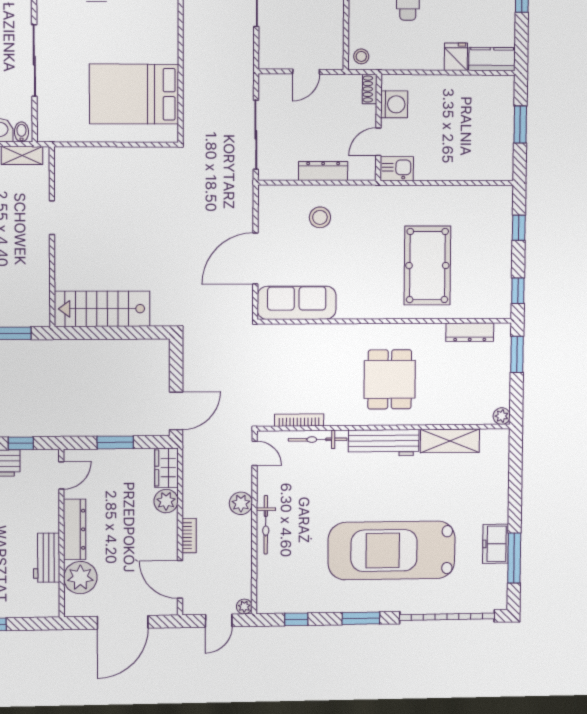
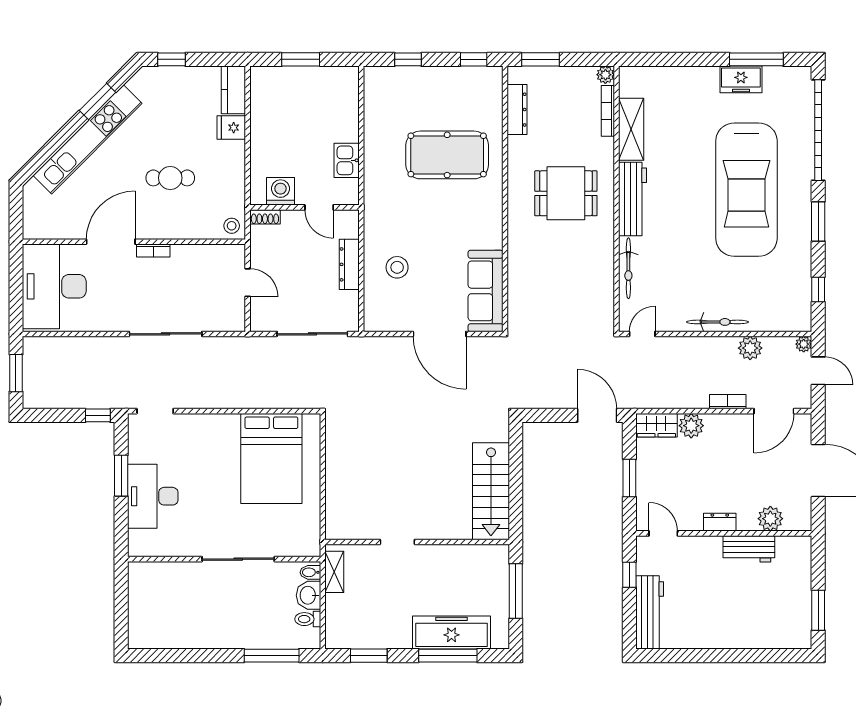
kitchen sink: (397, 169) -> (347, 160), moved
bookcase: (299, 420) -> (608, 111), moved
plant: (241, 503) -> (750, 348), moved
dresser: (75, 529) -> (720, 522), width x0.51, depth x0.80
plant: (80, 578) -> (770, 519), width x0.73, depth x0.73

